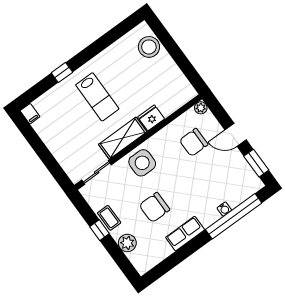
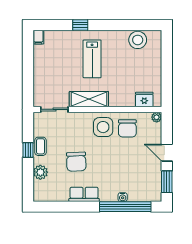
stool: (149, 47) -> (138, 40), moved
fridge: (151, 118) -> (144, 100), moved
chair: (194, 142) -> (127, 128), moved, turned -90
side table: (142, 163) -> (103, 127), moved
chair: (155, 207) -> (76, 162), turned -92

